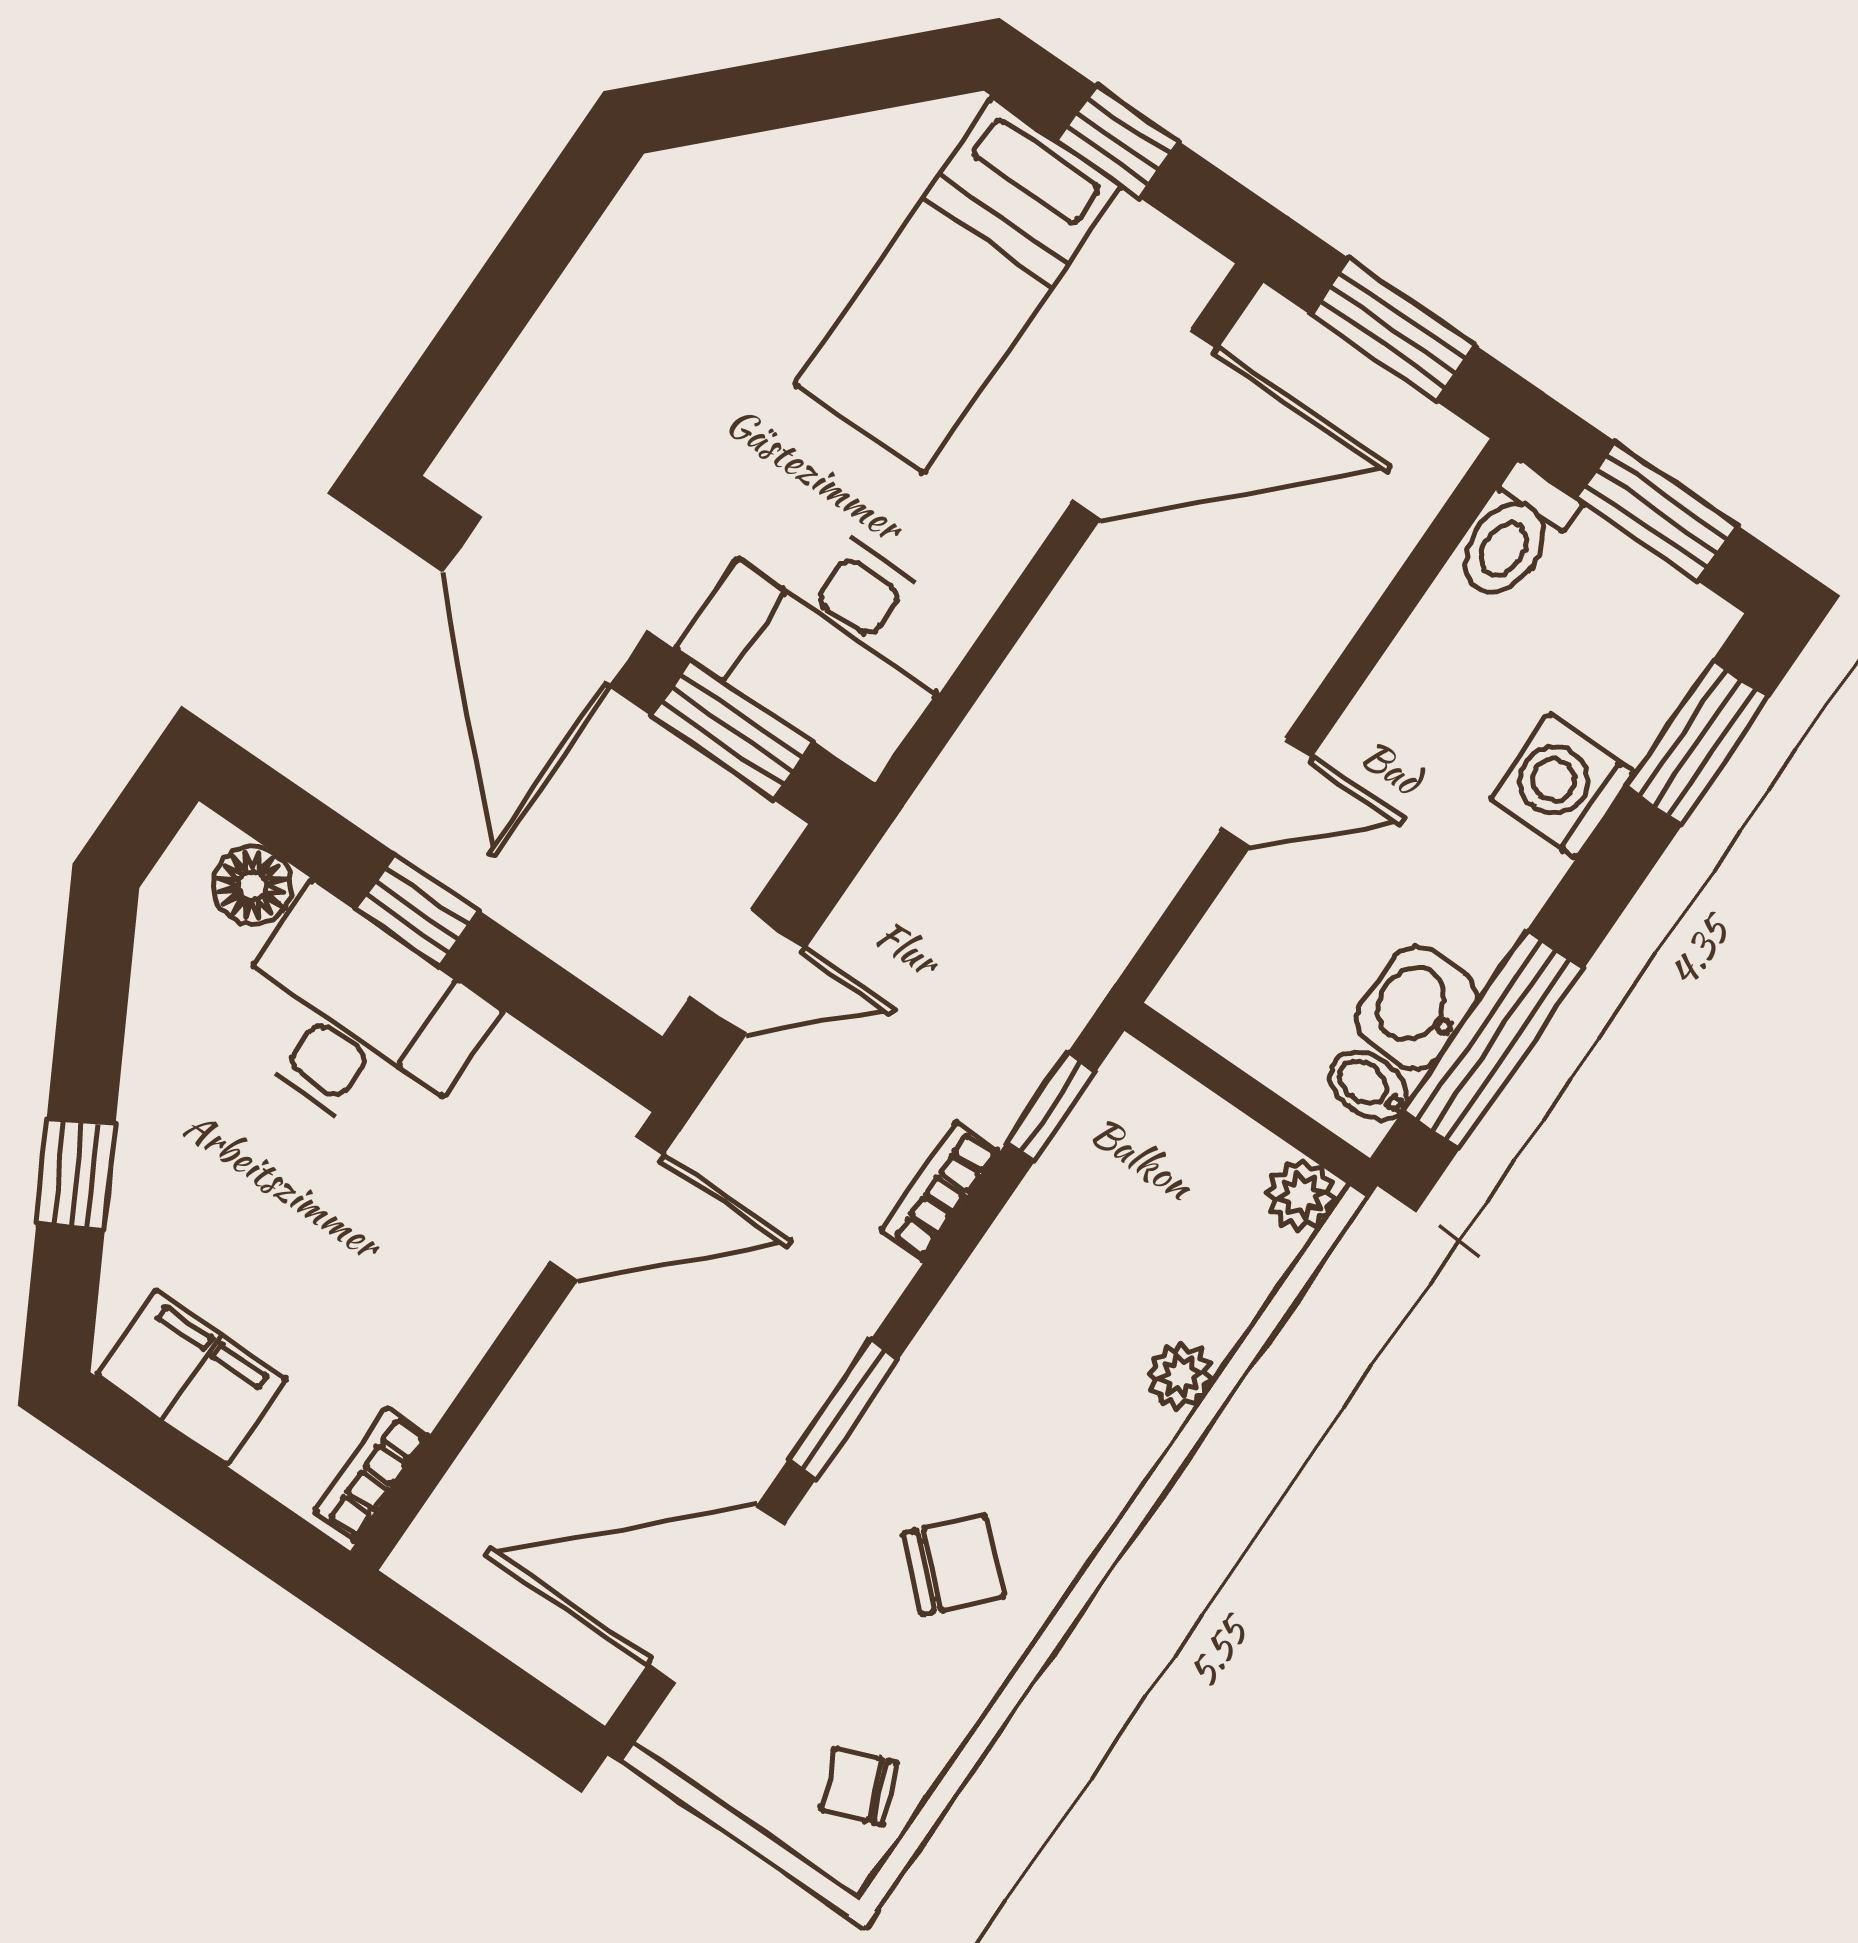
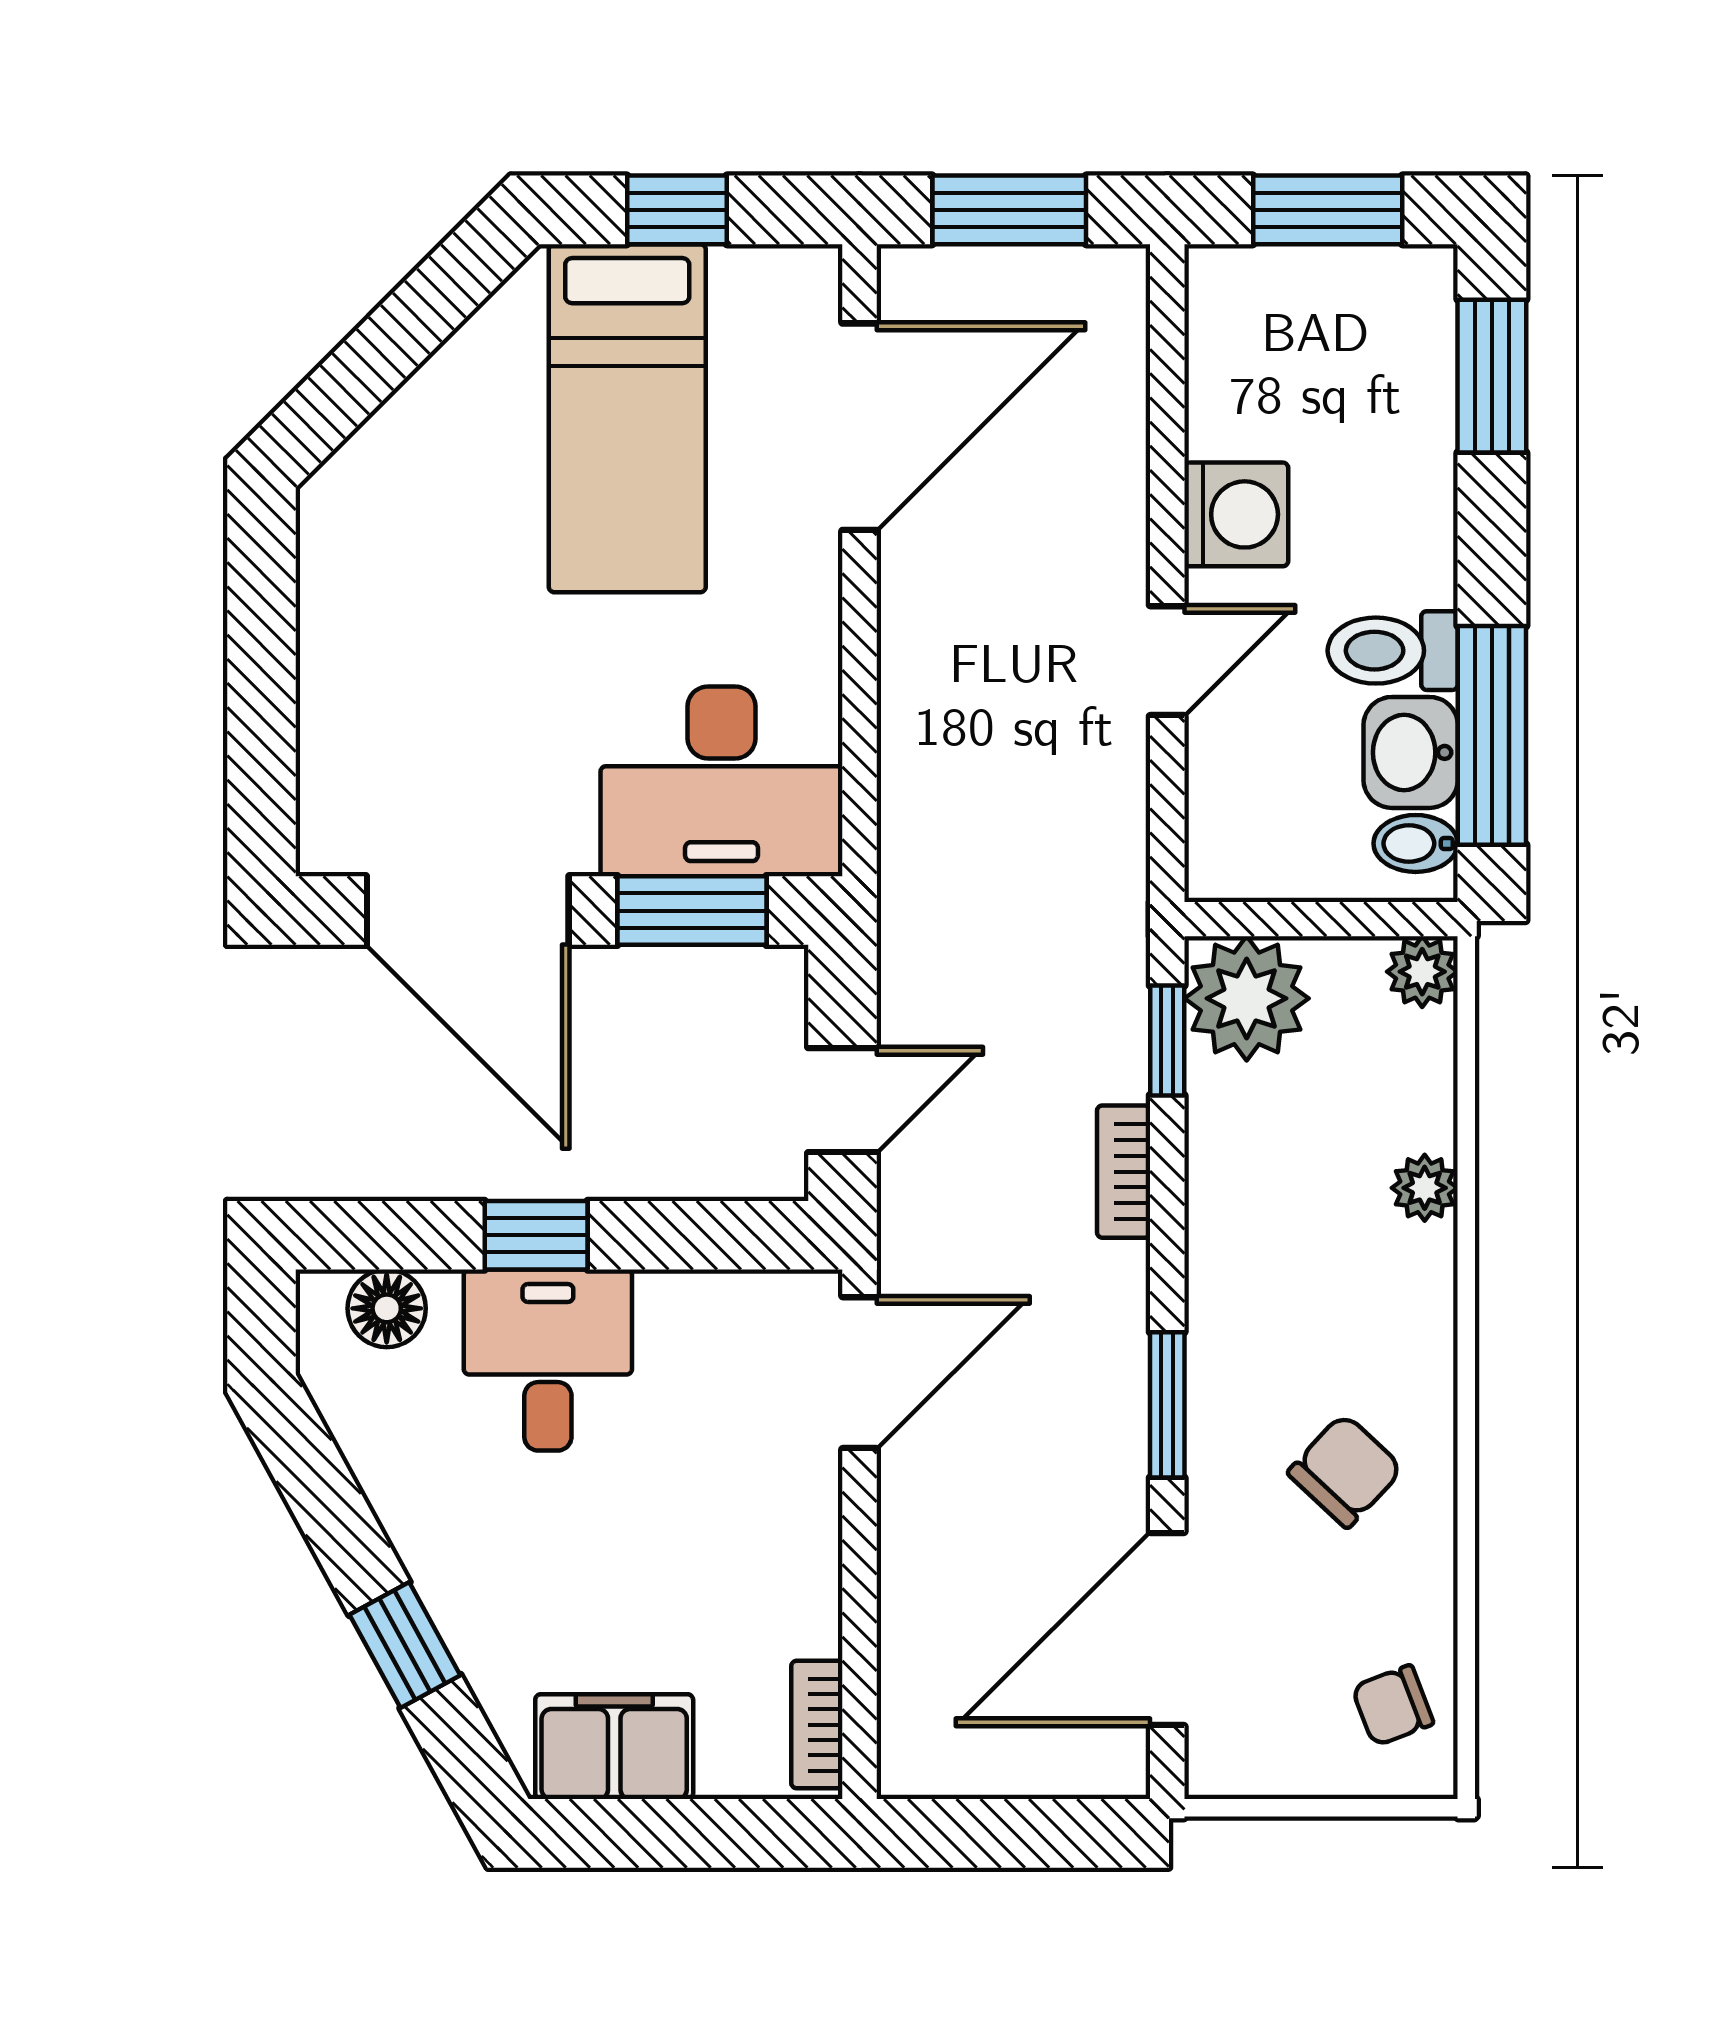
toilet: (1514, 534) -> (1393, 651), moved, turned 90
washing machine: (1563, 786) -> (1236, 514), moved, turned 180
desk: (356, 1020) -> (548, 1360), width x0.73
plant: (1140, 1118) -> (1247, 998), added

